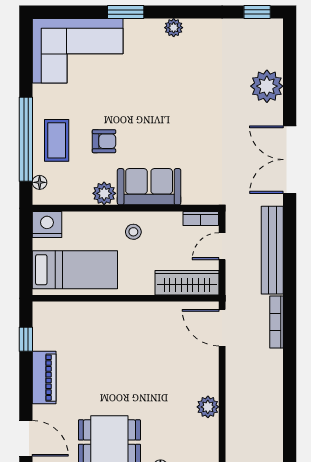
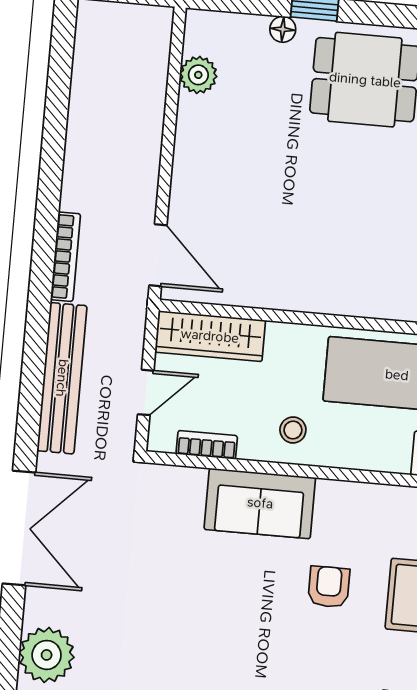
armchair: (104, 141) -> (329, 587), turned 90
plant: (104, 193) -> (336, 499), removed
bookcase: (201, 218) -> (207, 445), moved
plant: (208, 407) -> (198, 75), moved

